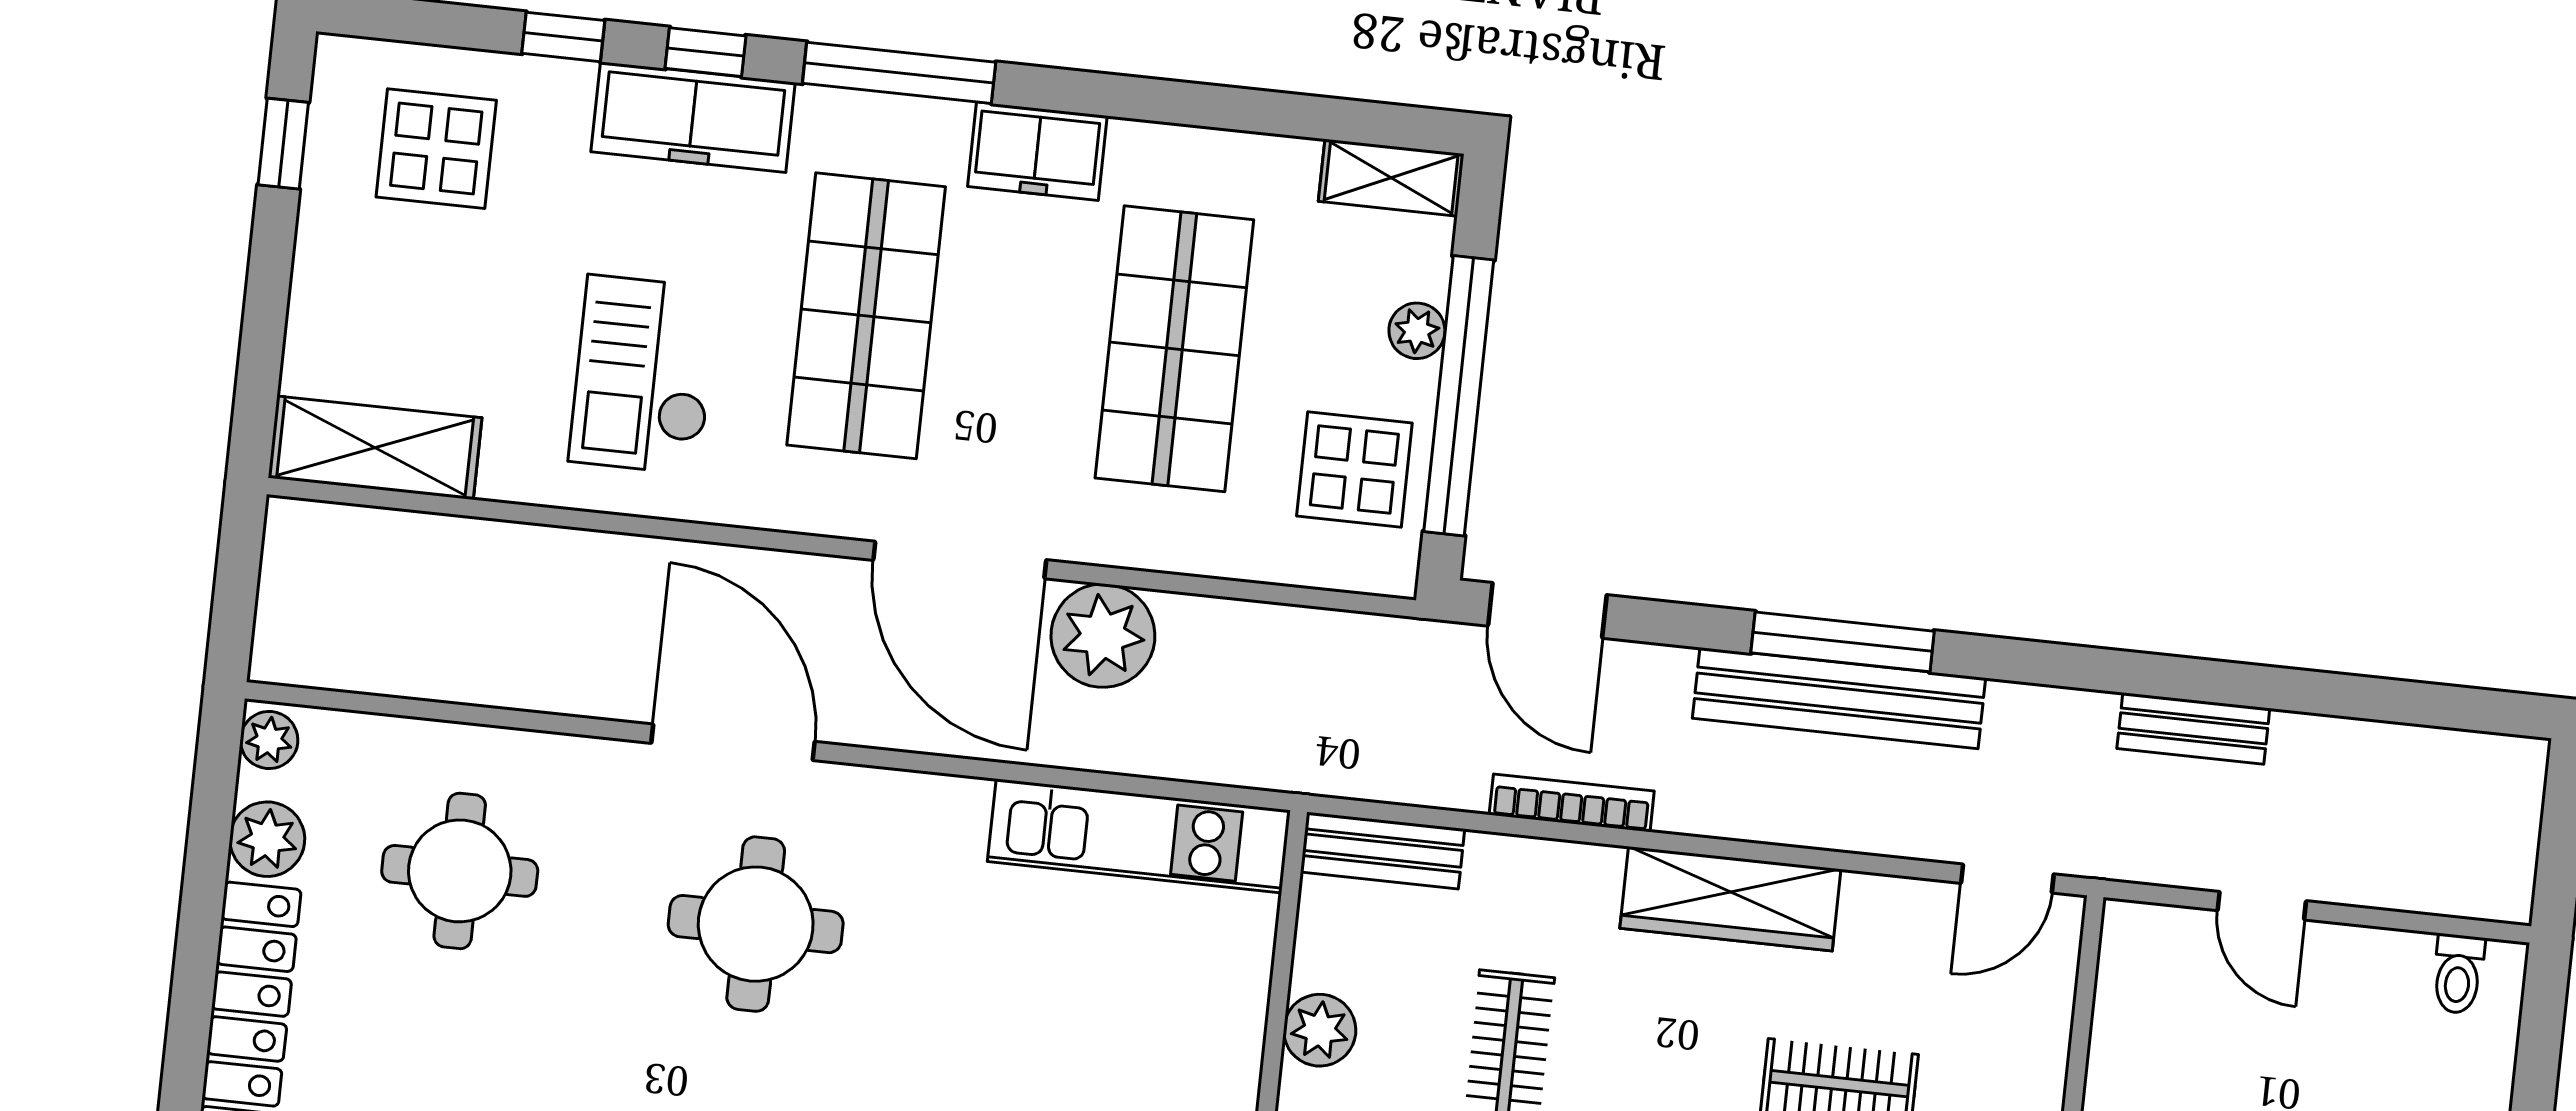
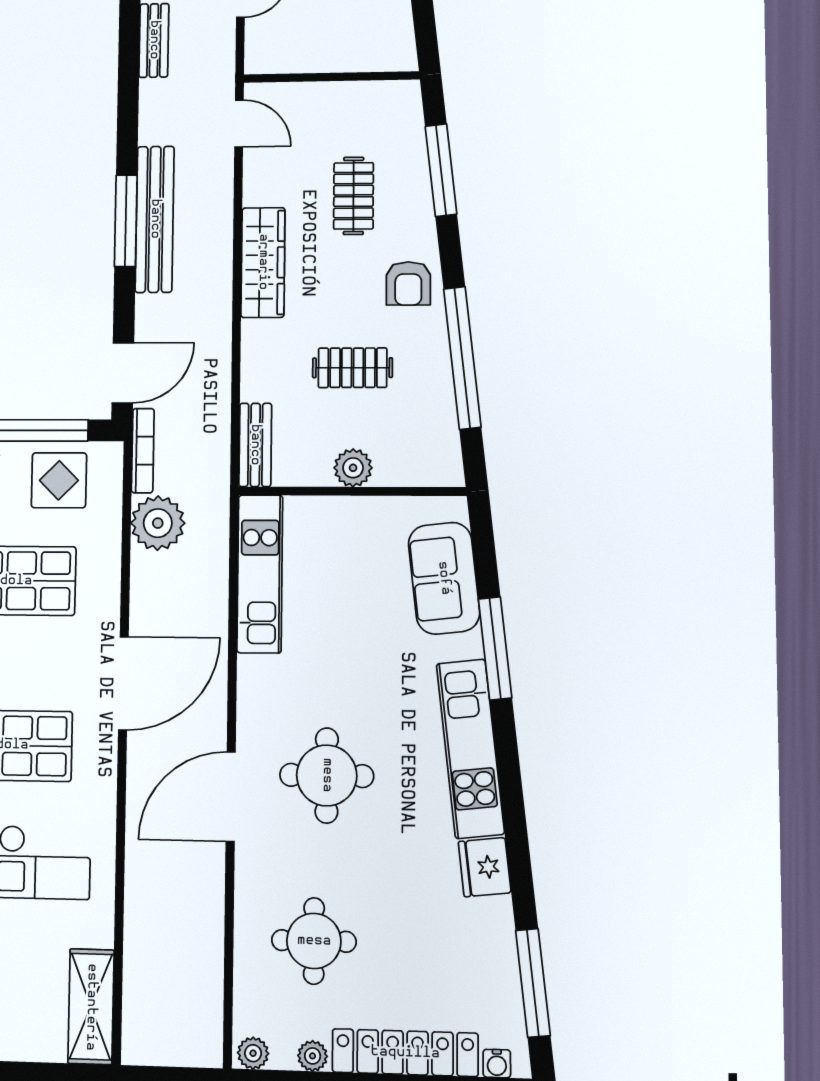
plant: (1103, 636) -> (158, 523), moved
bookcase: (1572, 803) -> (143, 451), moved, turned 180
plant: (267, 839) -> (313, 1056), width x0.73, depth x0.73

